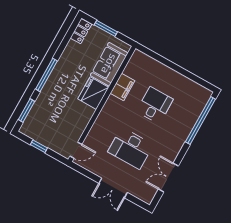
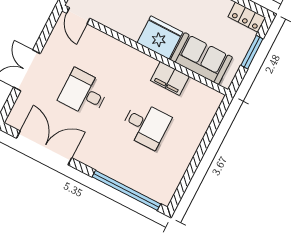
desk: (131, 148) -> (84, 93), width x0.73
double door: (168, 178) -> (44, 148), width x1.37

